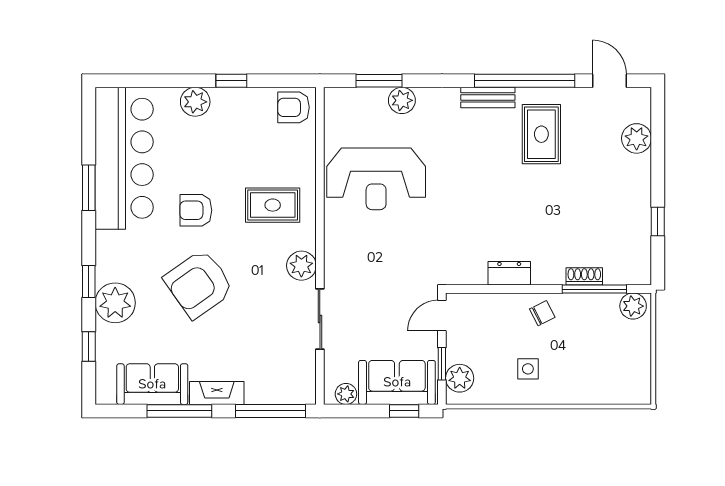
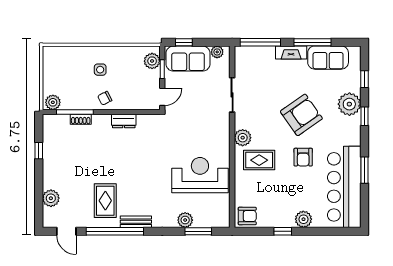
armchair: (196, 210) -> (303, 157), turned 90
plant: (301, 266) -> (243, 138), moved
side table: (528, 369) -> (100, 70), moved

